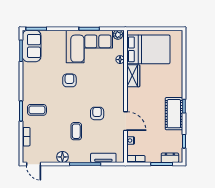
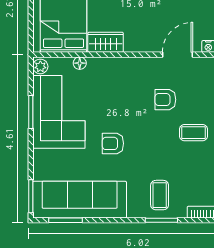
sofa: (32, 46) -> (80, 200), width x1.85, depth x1.27

